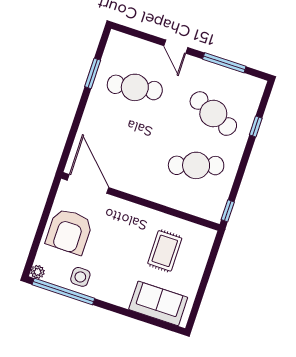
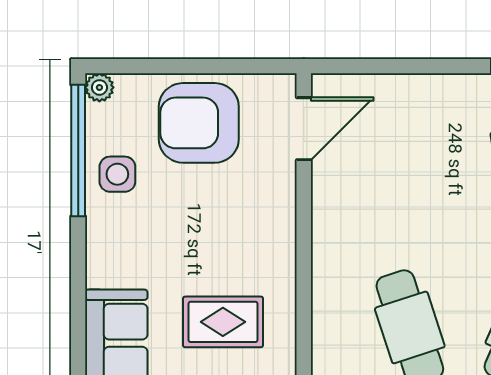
door: (88, 184) -> (304, 129), width x0.73

